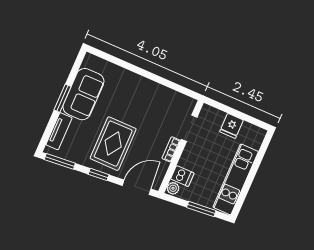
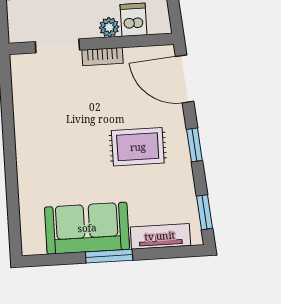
rug: (113, 144) -> (138, 147), width x0.73, depth x0.70
window: (60, 161) -> (205, 212), width x0.67
plant: (173, 188) -> (109, 27), moved

